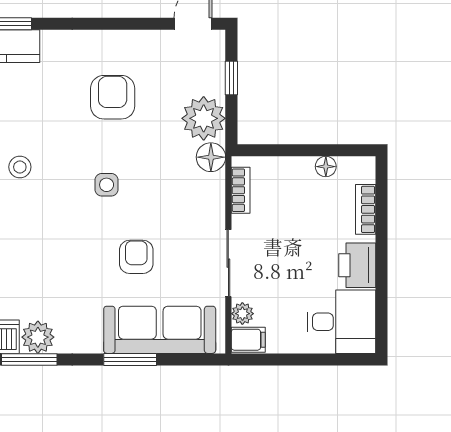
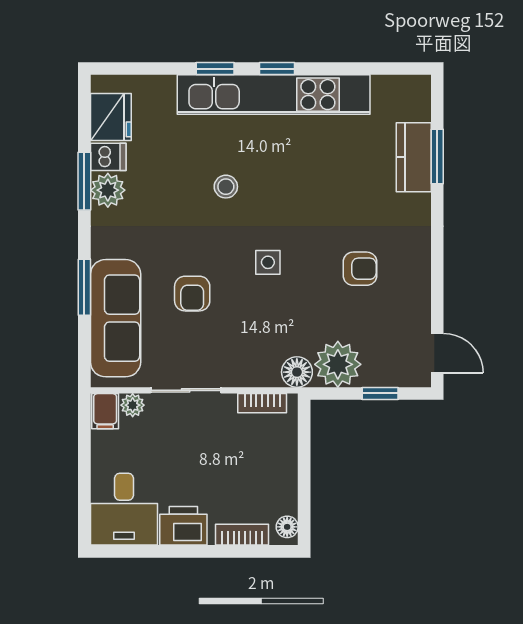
armchair: (113, 97) -> (360, 269), width x0.72, depth x0.72
stool: (20, 167) -> (226, 187), moved
floor lamp: (326, 167) -> (287, 527), moved
armchair: (136, 257) -> (192, 294), turned 90

